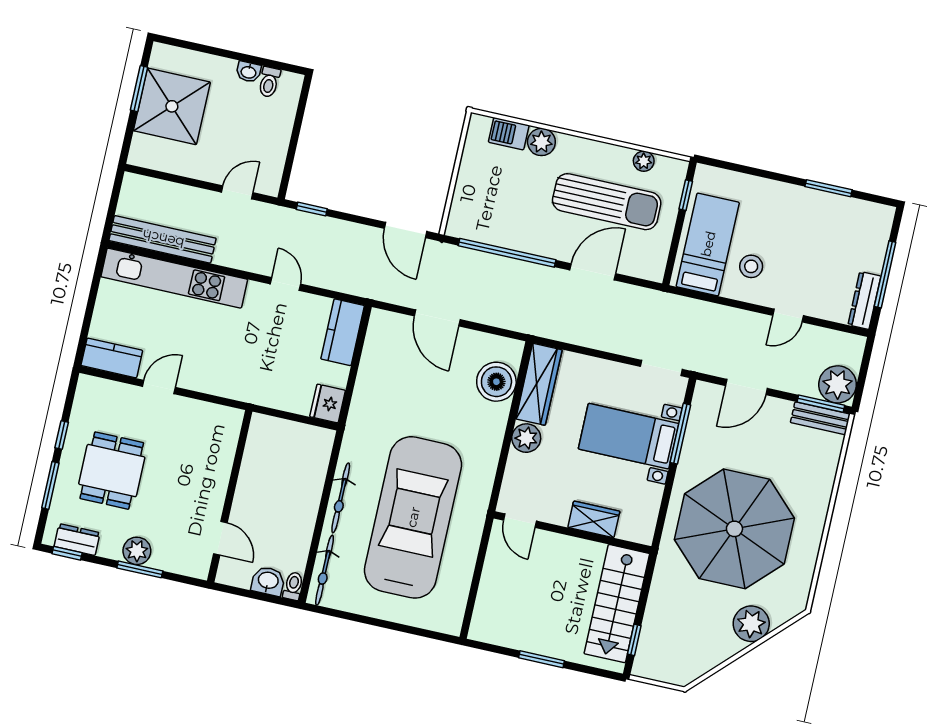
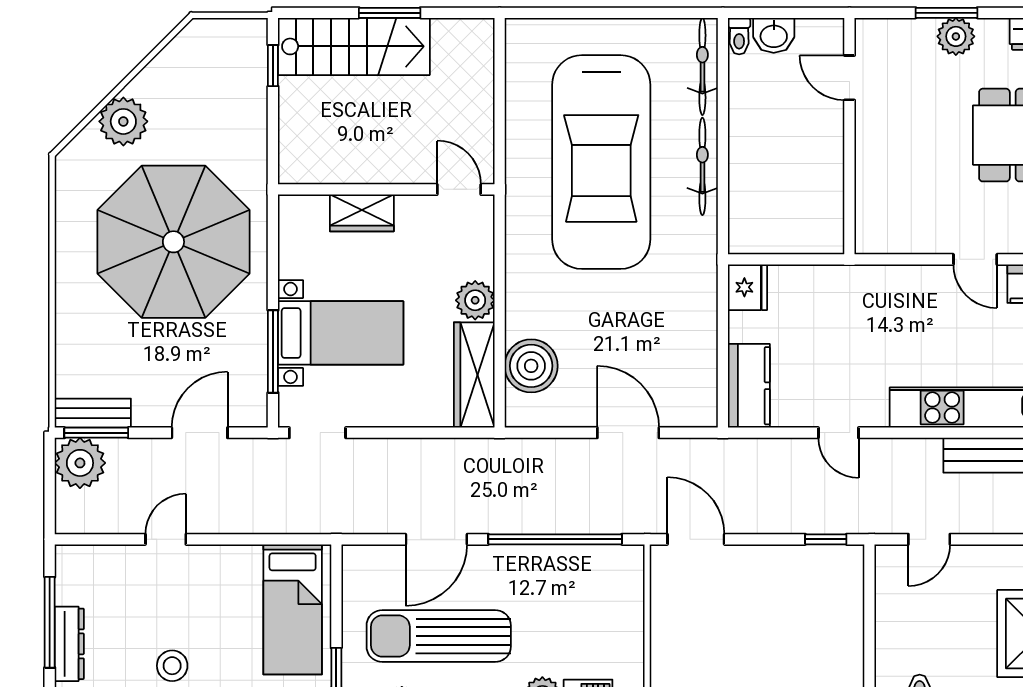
stool: (751, 266) -> (172, 666), moved
dresser: (864, 301) -> (69, 644), moved
door: (159, 387) -> (975, 259), hinge flipped
stairs: (617, 604) -> (354, 46), moved, turned 90

